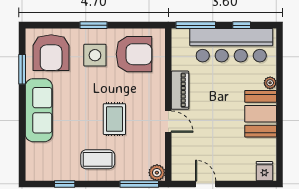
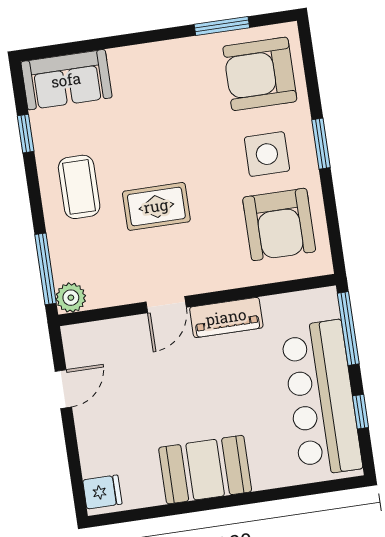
plant: (270, 83) -> (264, 479), removed
sofa: (39, 110) -> (66, 80), moved, width x0.73

